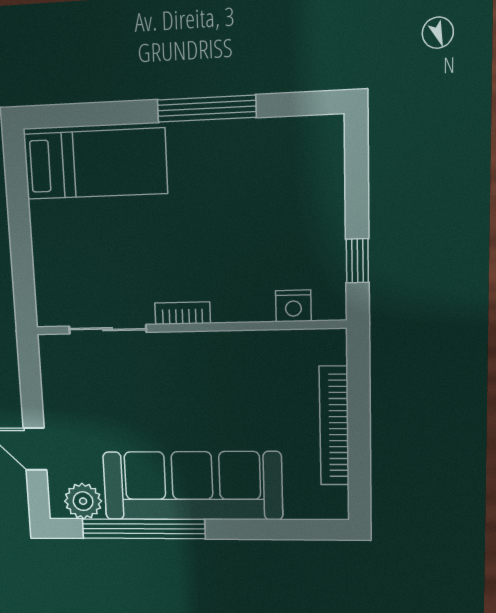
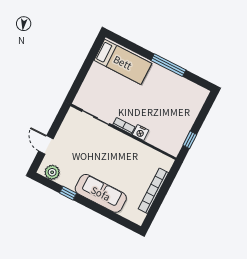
nightstand: (293, 306) -> (141, 133), moved
sofa: (192, 486) -> (101, 193), width x0.74, depth x0.79
window: (143, 529) -> (68, 193), width x0.32

